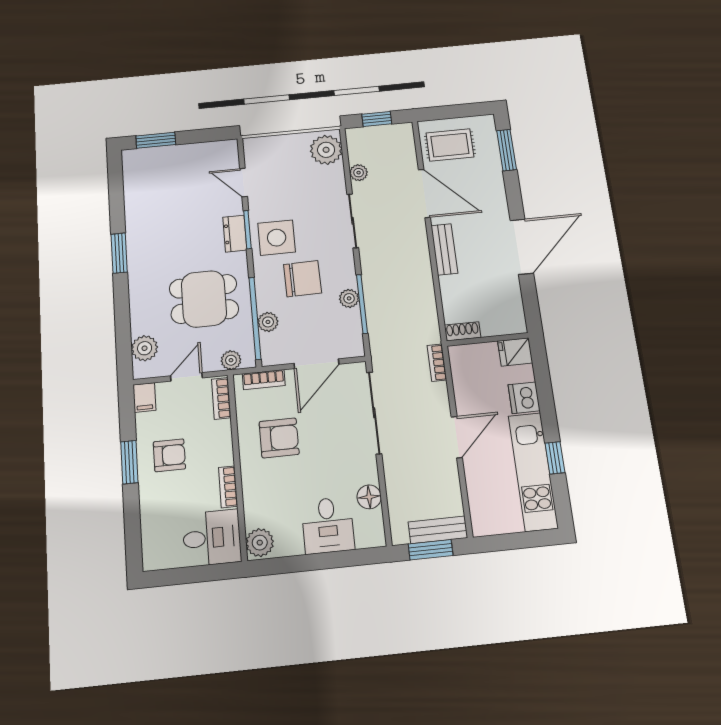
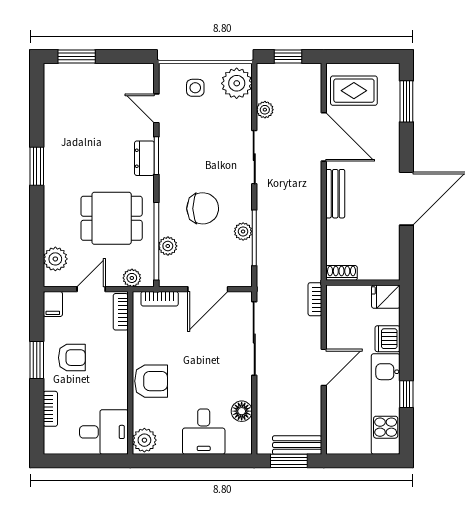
side table: (277, 238) -> (195, 88), moved, width x0.54, depth x0.54
armchair: (279, 438) -> (151, 381), moved
bookcase: (228, 487) -> (50, 409), moved, turned 180

